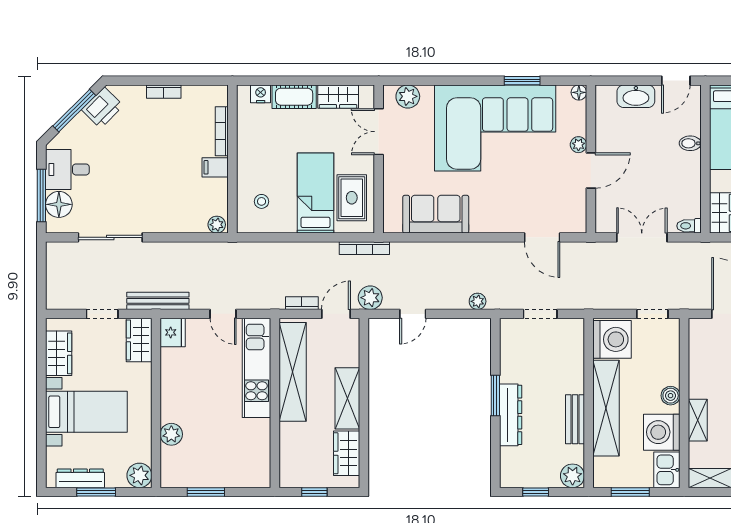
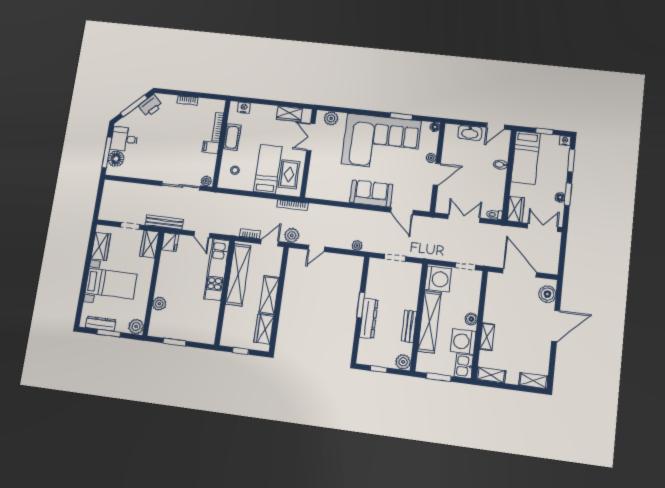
cot: (294, 97) -> (232, 137), moved, turned 90
sofa: (436, 214) -> (371, 193), moved
sliding door: (110, 237) -> (181, 186), moved

